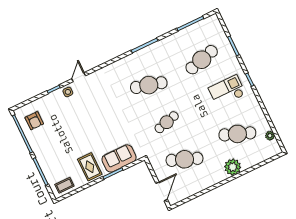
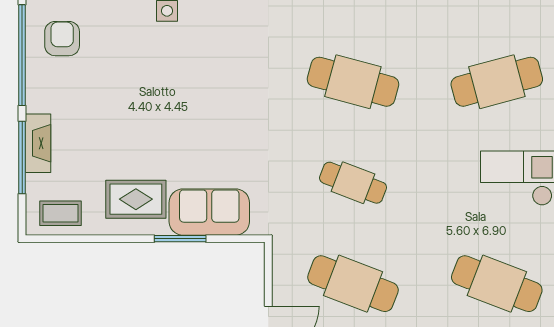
armchair: (34, 121) -> (62, 39), turned 180
cafe table: (167, 122) -> (353, 183), turned 36
fireplace: (44, 163) -> (38, 143), added
rug: (90, 167) -> (136, 199), turned 90

